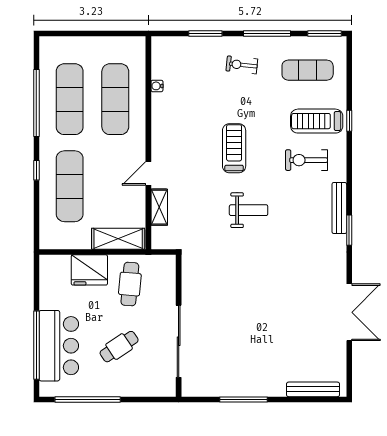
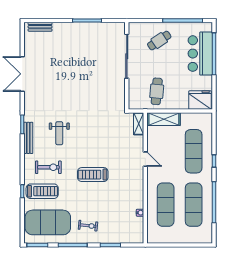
exercise mat: (308, 70) -> (48, 222), width x2.00, depth x1.45
treadmill: (234, 148) -> (93, 175), turned 90
door: (148, 173) -> (145, 159), hinge flipped
shelving: (159, 207) -> (139, 124), moved
weight bench: (249, 210) -> (59, 133), moved, turned -90
fridge: (89, 270) -> (200, 100), moved
cafe table: (119, 347) -> (159, 41), moved
bench: (313, 389) -> (40, 27), width x0.73

